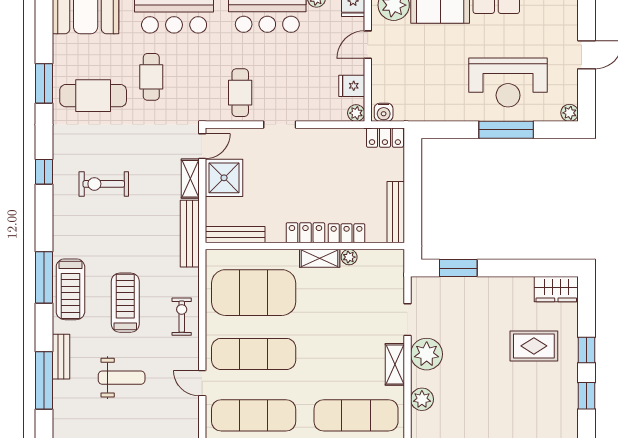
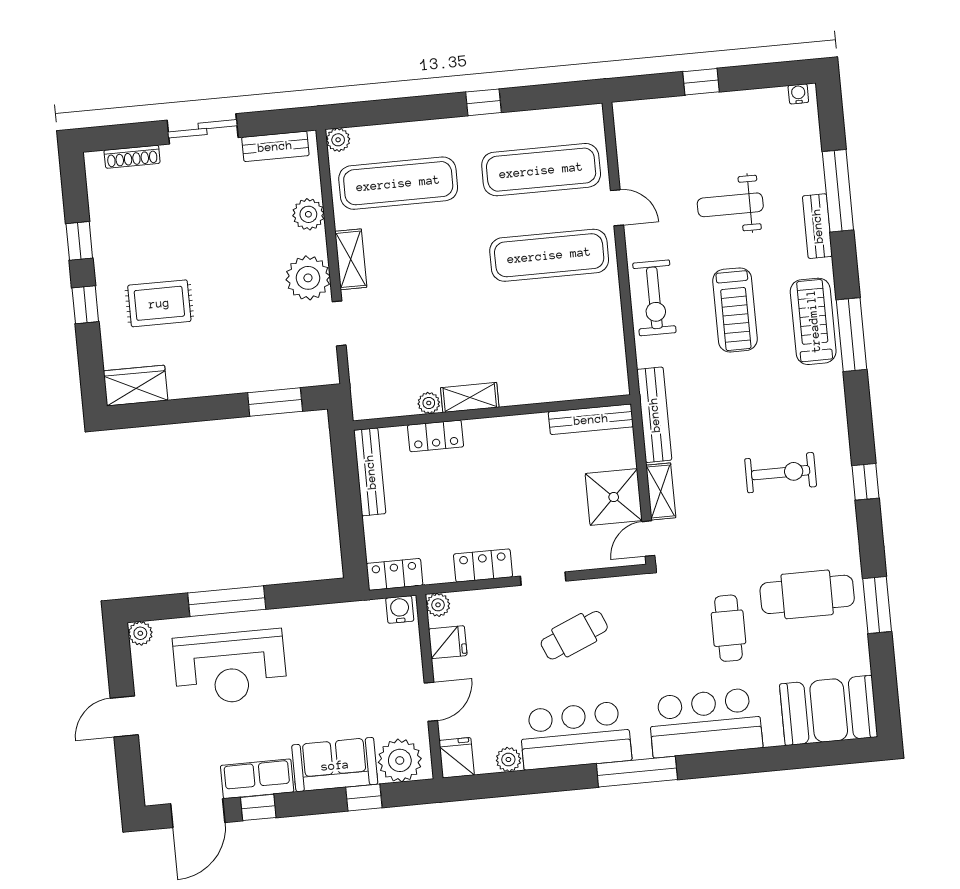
reception desk: (508, 82) -> (230, 667), turned 180
cafe table: (240, 93) -> (574, 635), moved, turned 67
locker: (305, 233) -> (483, 565), moved, turned 180
exercise mat: (254, 293) -> (557, 341), removed
exercise bike: (182, 317) -> (654, 298), width x1.38, depth x1.39

